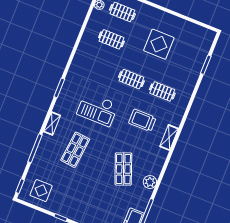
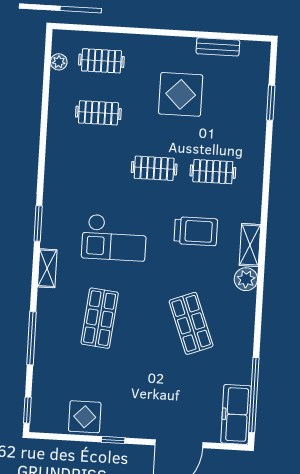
bench: (187, 25) -> (218, 47), added
trolley: (142, 120) -> (196, 231), turned 180
shelving: (52, 124) -> (47, 268), moved
plant: (150, 182) -> (246, 279), moved
display table: (41, 191) -> (85, 417), moved

